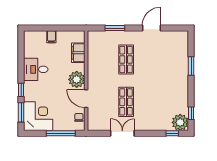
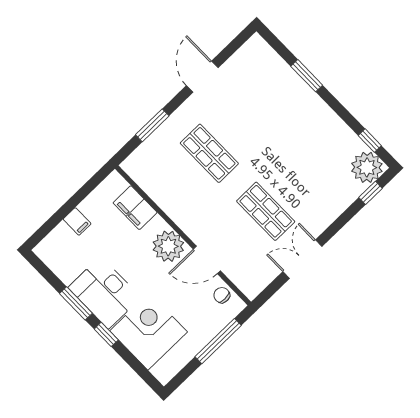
desk: (36, 69) -> (105, 293), width x1.37
window: (21, 112) -> (76, 303), moved
corner desk: (38, 116) -> (149, 331), moved

